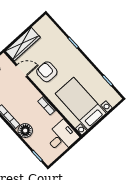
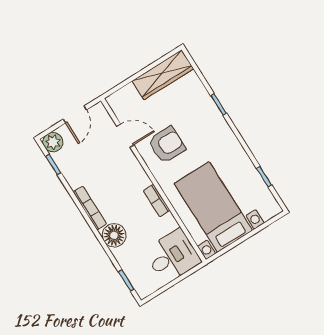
wardrobe: (23, 44) -> (163, 75), moved
armchair: (47, 72) -> (167, 145), turned 90

